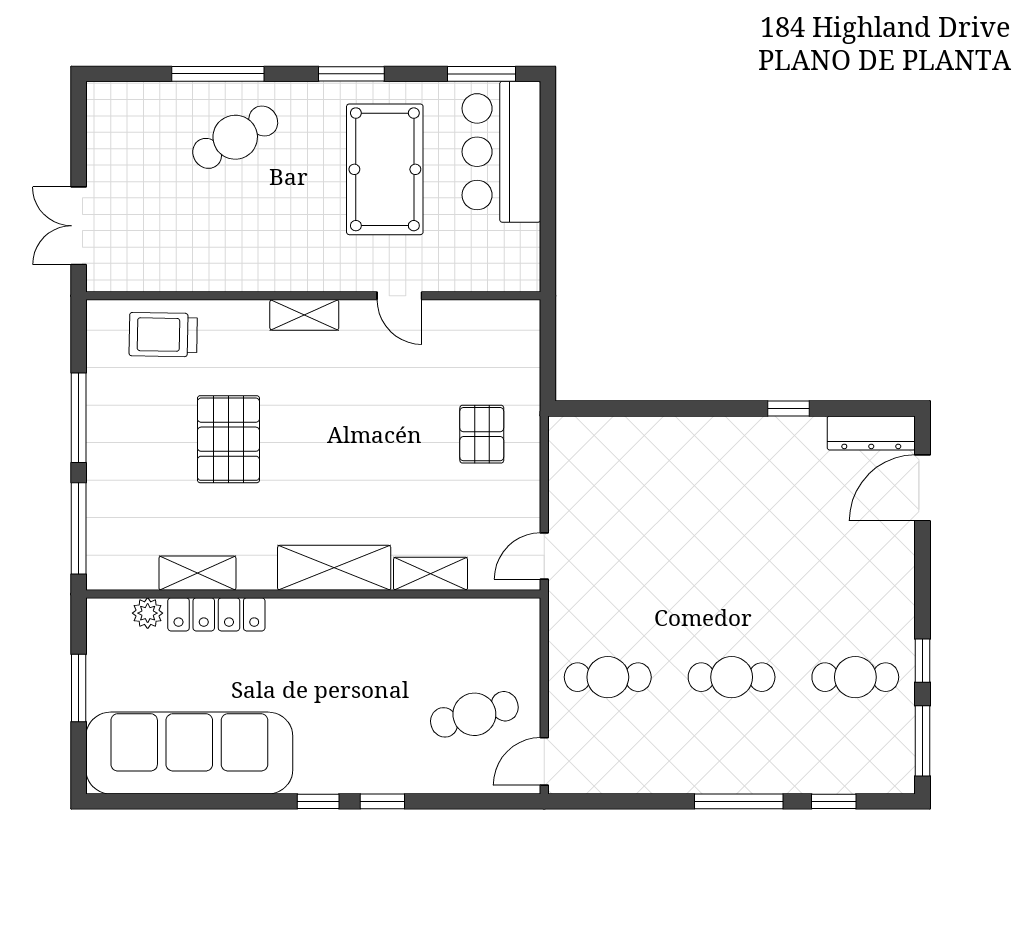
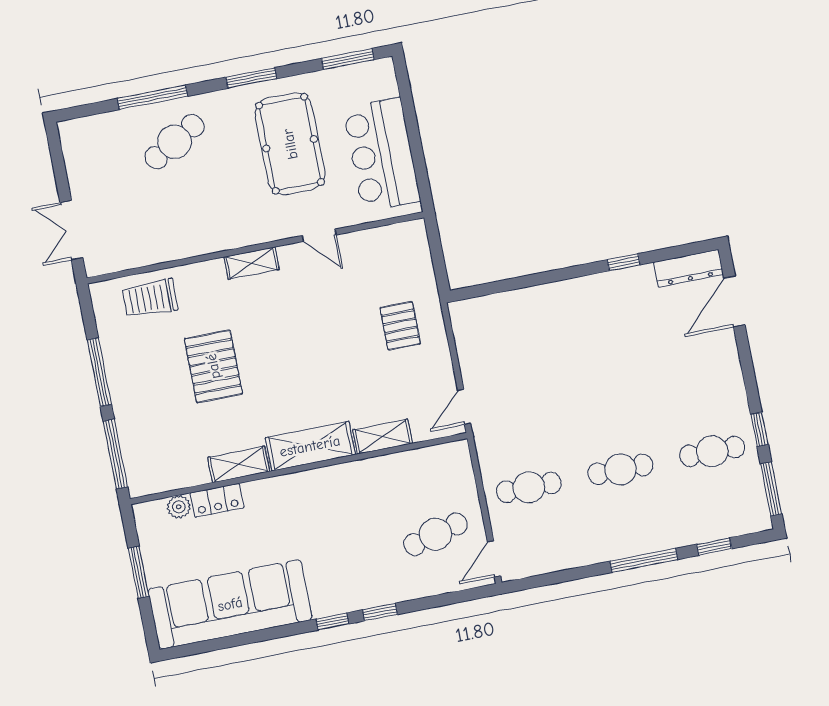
bar counter: (501, 152) -> (382, 155), moved
shelving: (197, 573) -> (239, 464), moved
locker: (216, 614) -> (217, 500), width x0.66

